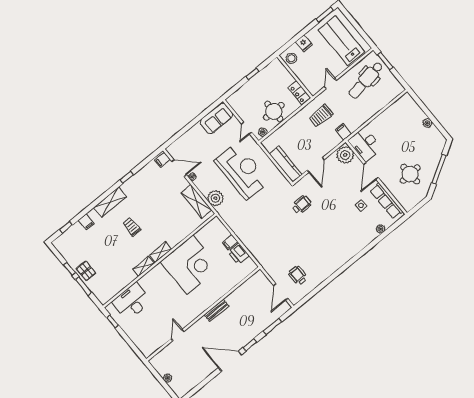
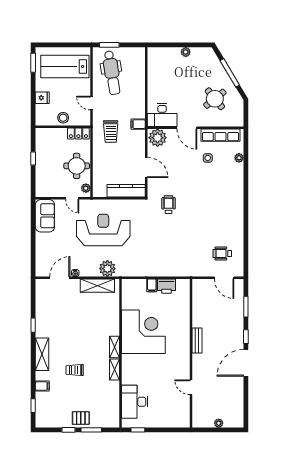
stool: (291, 58) -> (63, 118), moved
filing cabinet: (162, 160) -> (43, 285), removed
round table: (410, 174) -> (215, 99), turned -36
trolley: (132, 227) -> (75, 370), moved

